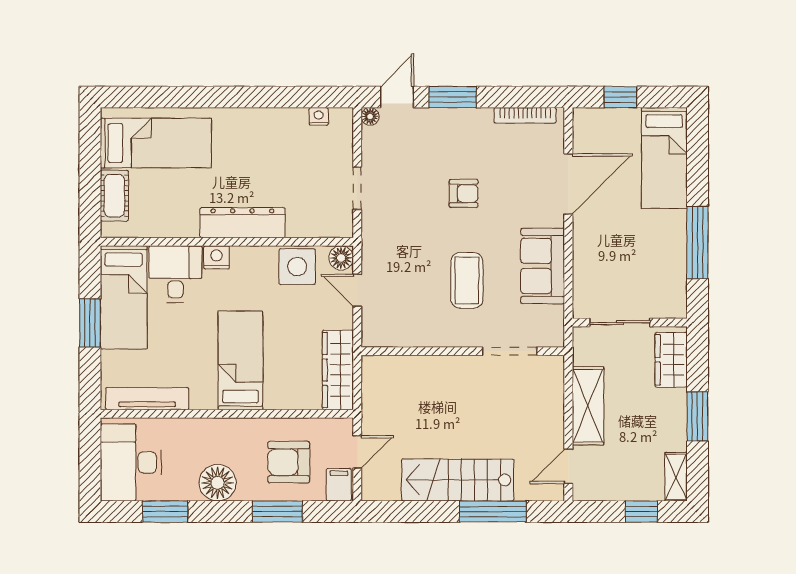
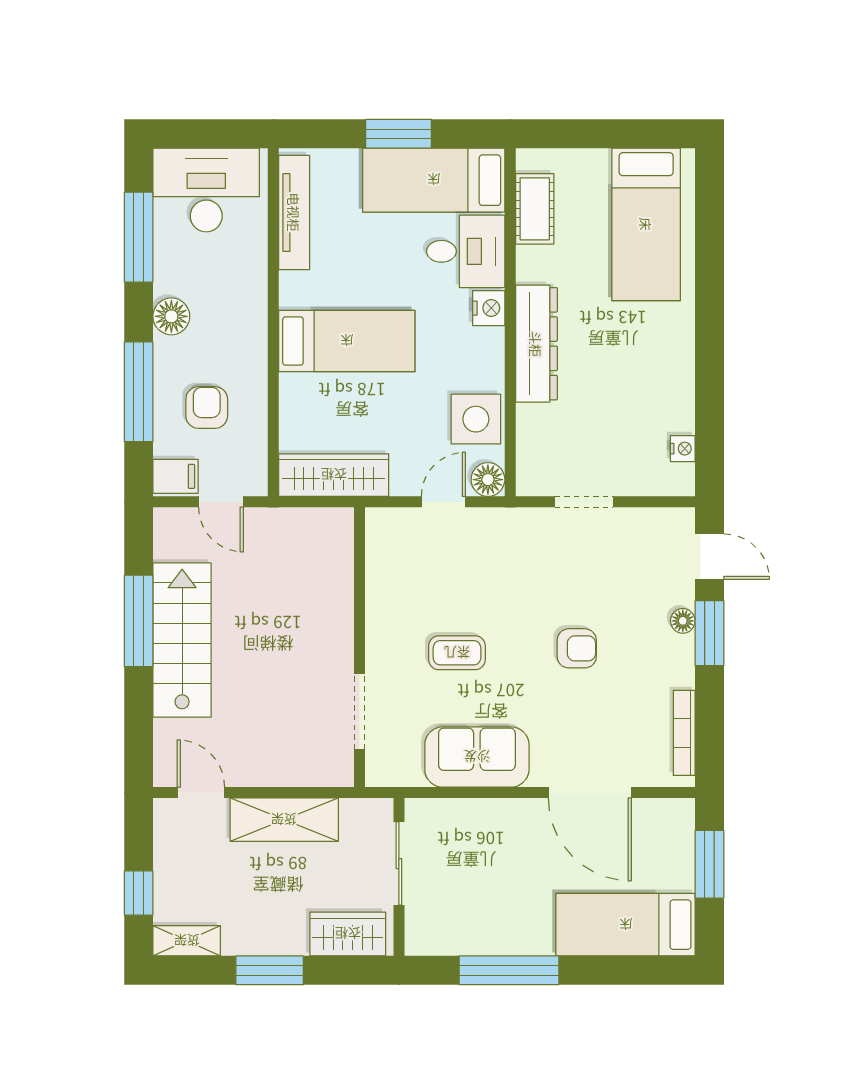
window: (620, 97) -> (709, 864), width x1.50
floor lamp: (370, 116) -> (683, 621), moved
armchair: (464, 193) -> (577, 648), turned -90
cot: (114, 196) -> (535, 209), moved, turned 90
coffee table: (467, 280) -> (457, 653), width x0.73, depth x0.77
armchair: (289, 462) -> (207, 408), width x0.72, depth x0.72
floor lamp: (218, 483) -> (171, 316), width x0.73, depth x0.73
window: (165, 512) -> (139, 237), width x1.44
window: (277, 512) -> (139, 392), width x1.44
window: (493, 512) -> (139, 621), moved

